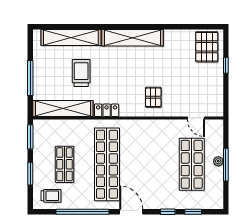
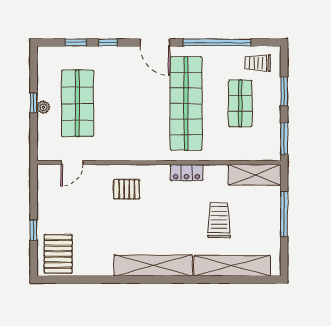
trolley: (81, 73) -> (219, 220), turned 180
pallet: (153, 97) -> (127, 189), turned 90
shelving: (63, 108) -> (255, 175), width x0.68
door: (196, 118) -> (72, 163), swing flipped
window: (226, 165) -> (34, 103), width x0.46

